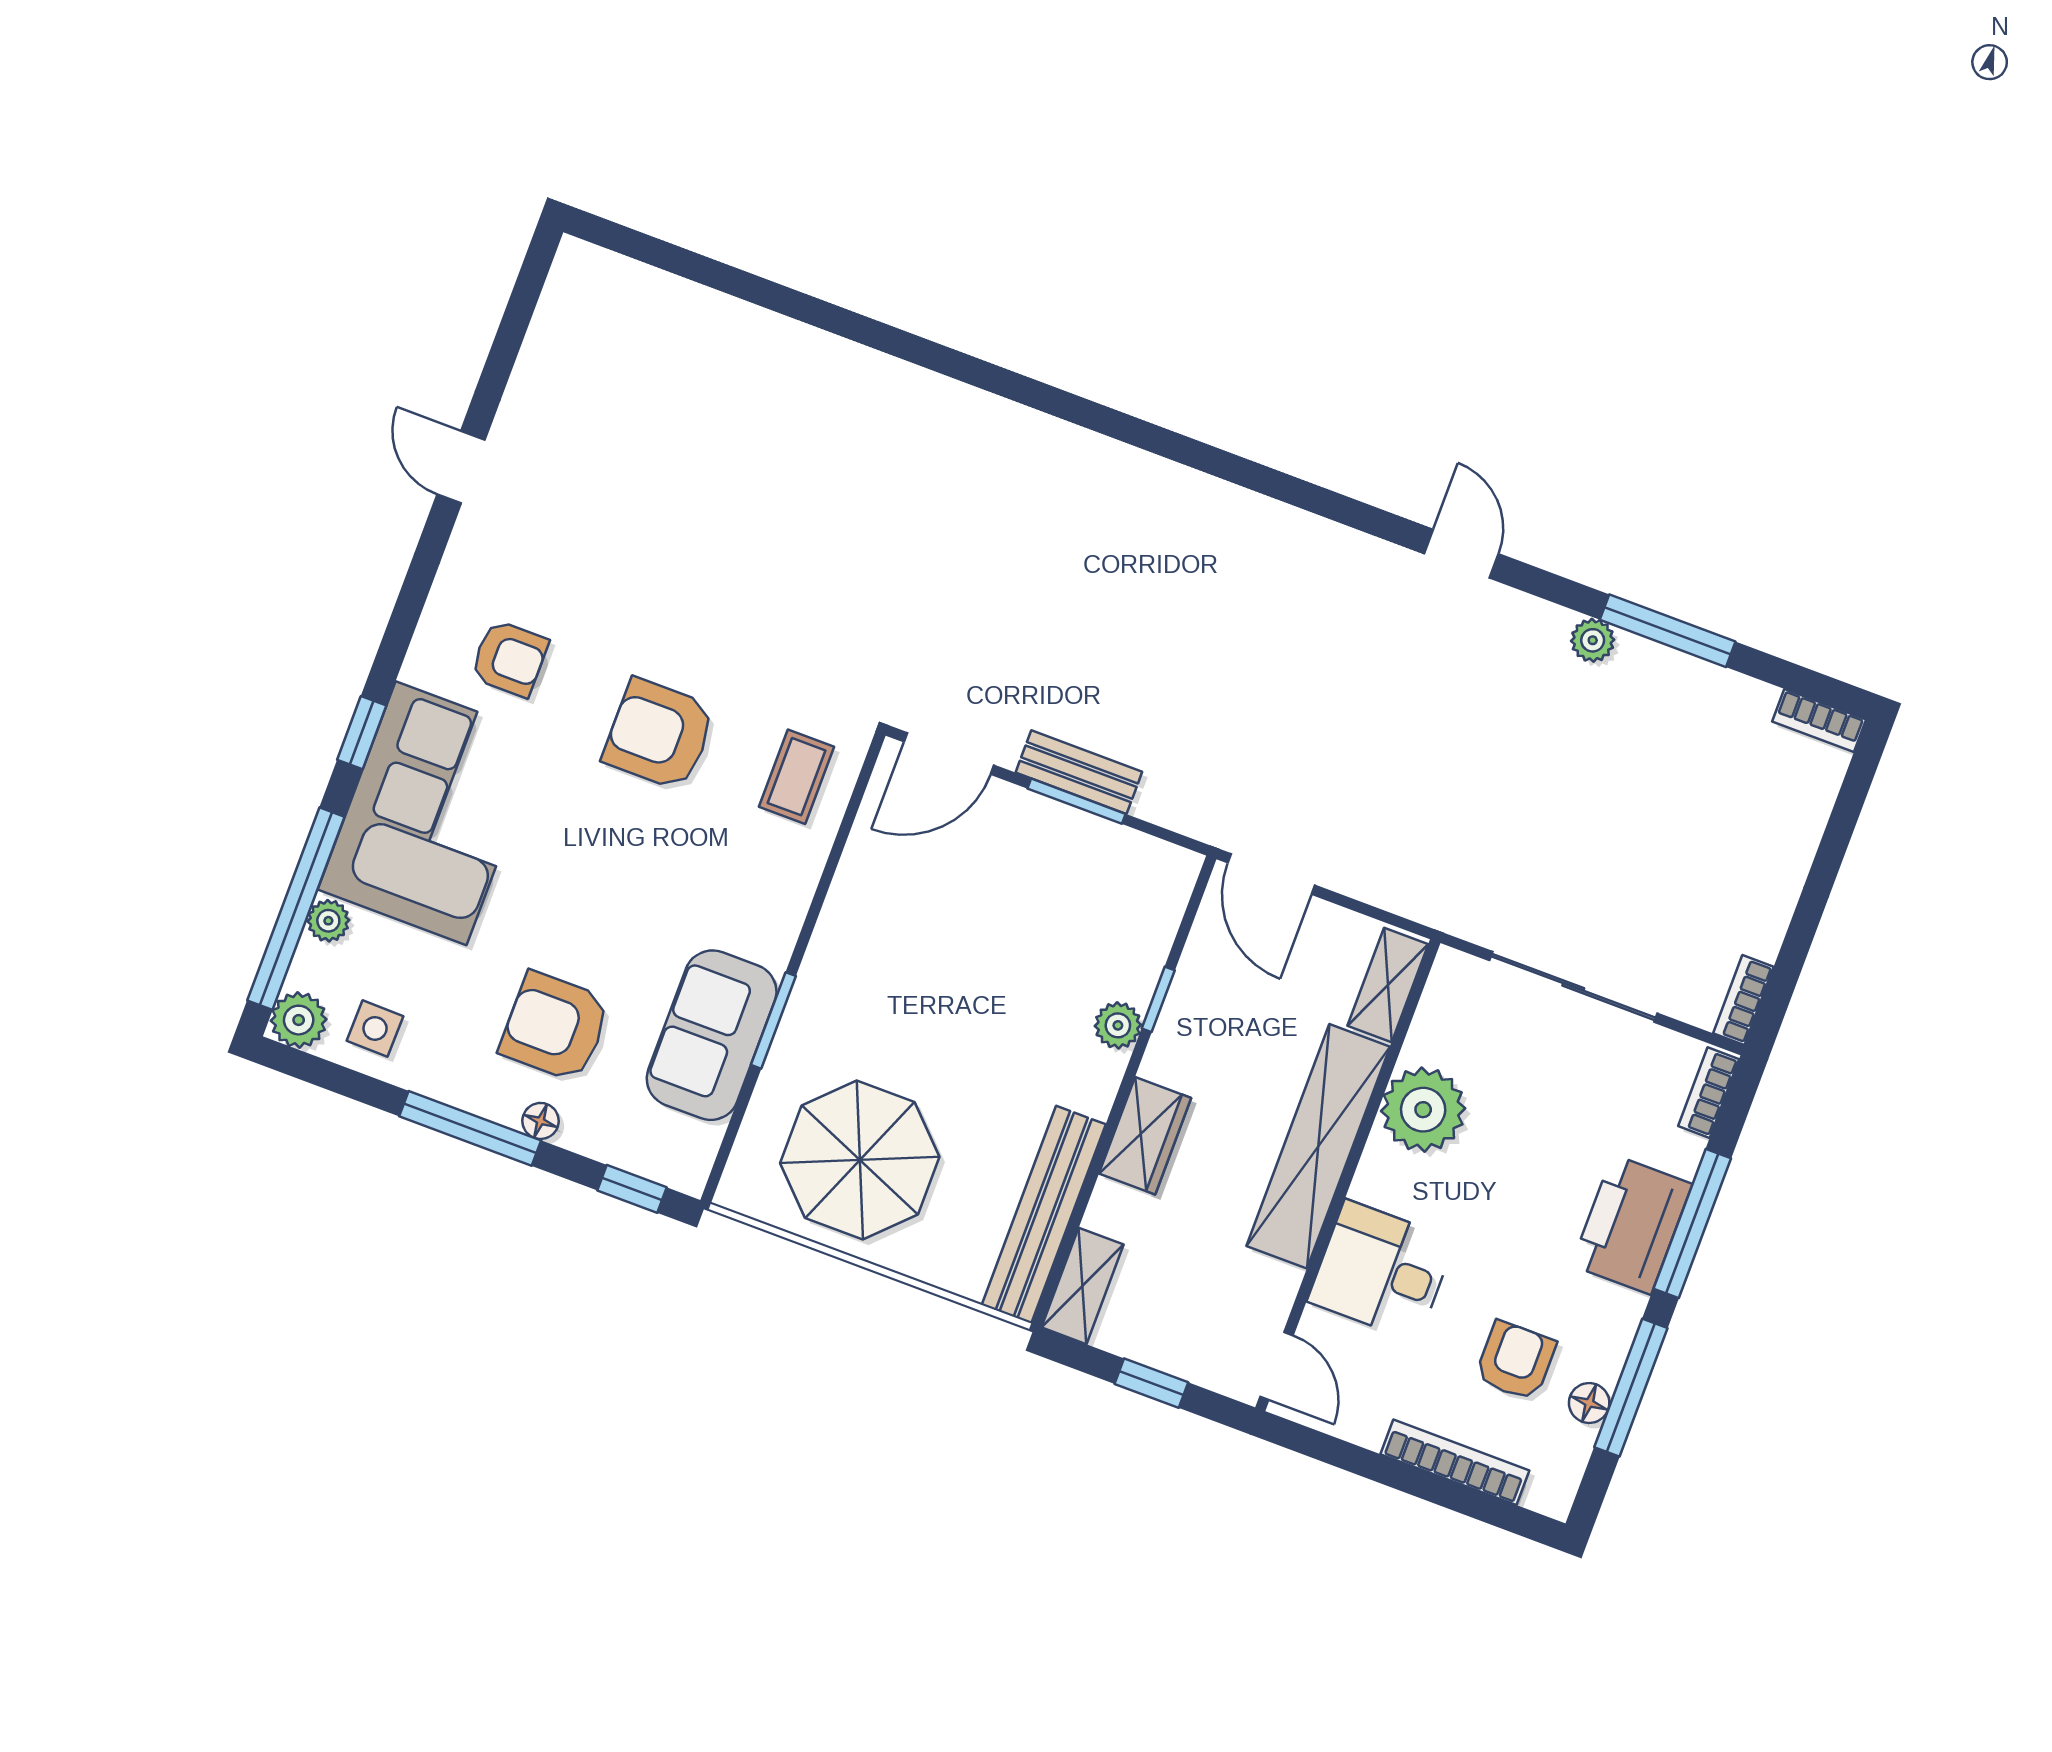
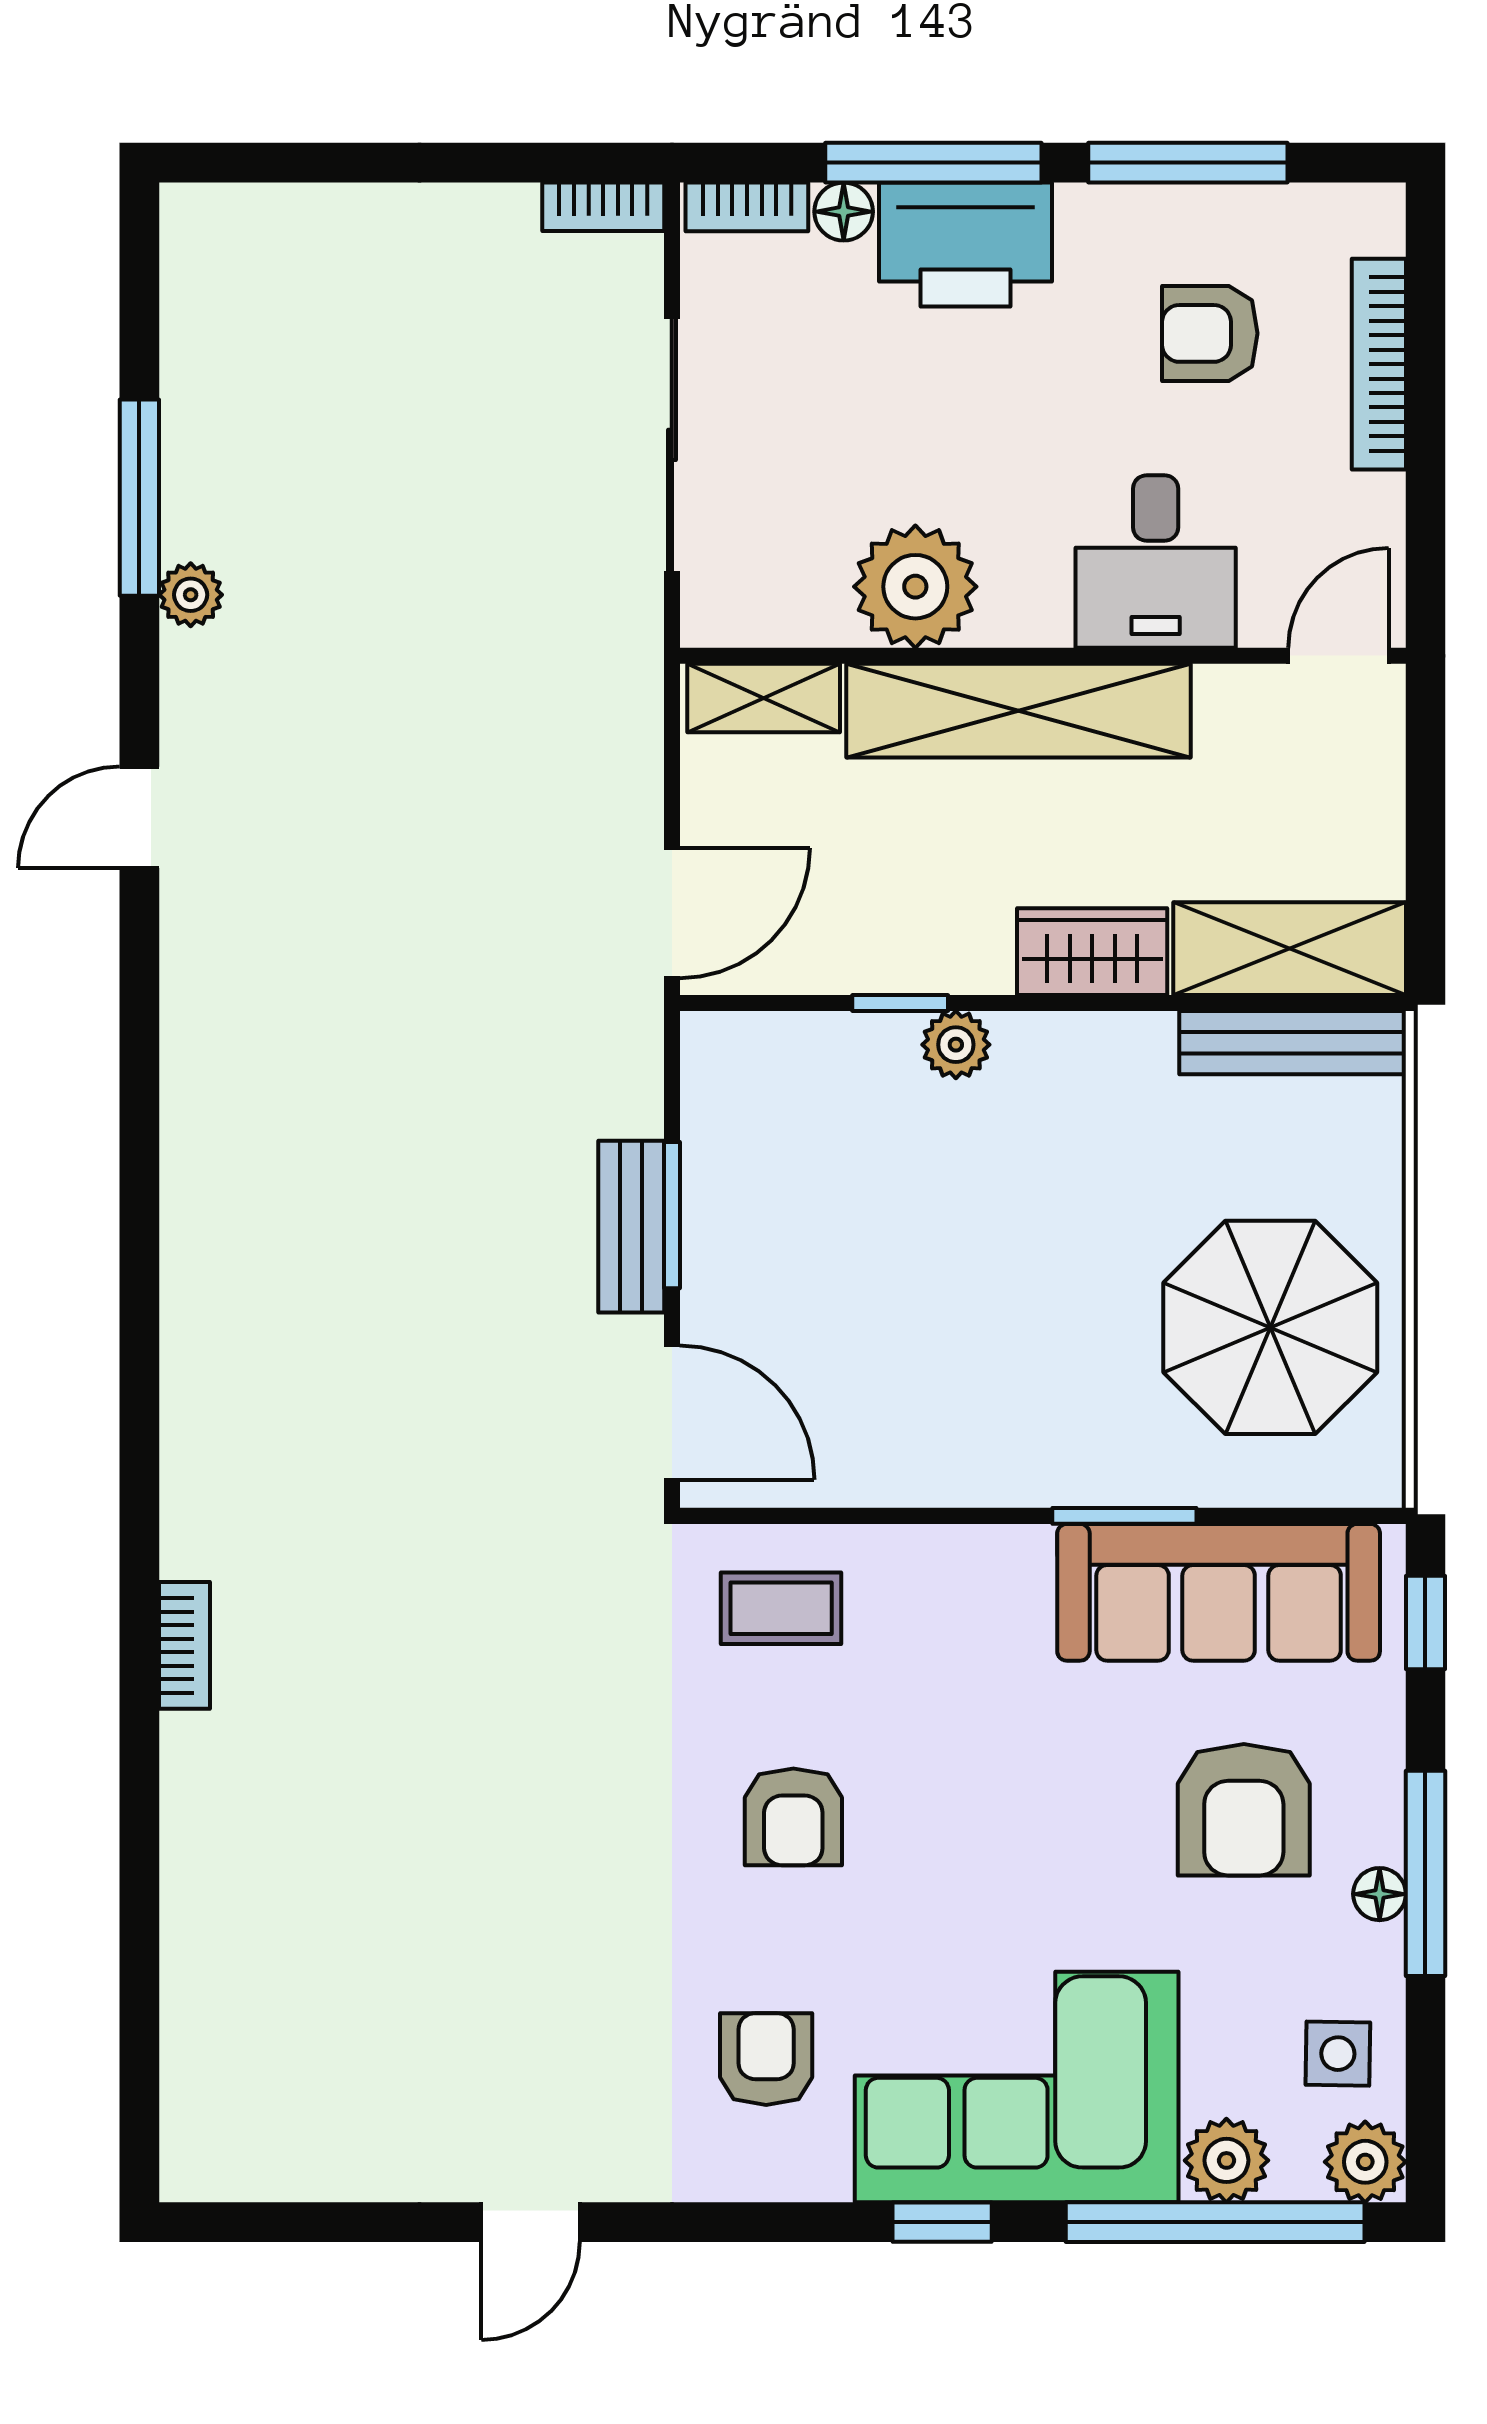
bookcase: (1819, 720) -> (184, 1645), moved
armchair: (659, 734) -> (793, 1817), width x0.72, depth x0.72
plant: (328, 921) -> (1226, 2160), width x1.38, depth x1.38
sofa: (712, 1035) -> (1219, 1592), width x1.36
floor lamp: (541, 1121) -> (1380, 1894), moved
bench: (1044, 1215) -> (1293, 1043), width x0.73, depth x0.82
shelving: (1083, 1286) -> (1290, 949), width x1.50, depth x1.33
window: (1151, 1383) -> (1425, 817), removed
floor lamp: (1589, 1403) -> (844, 212), moved

